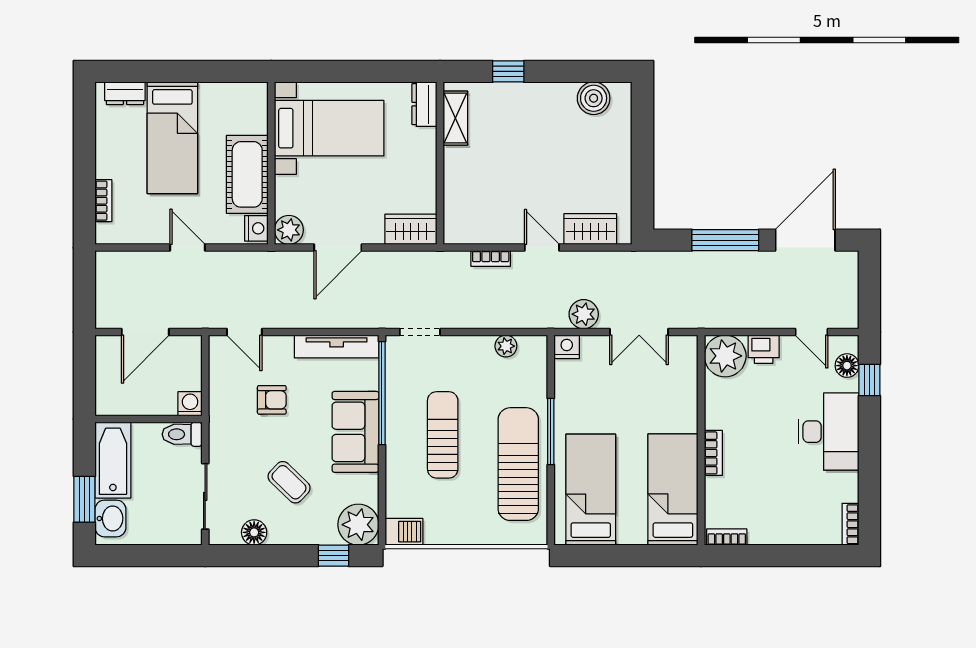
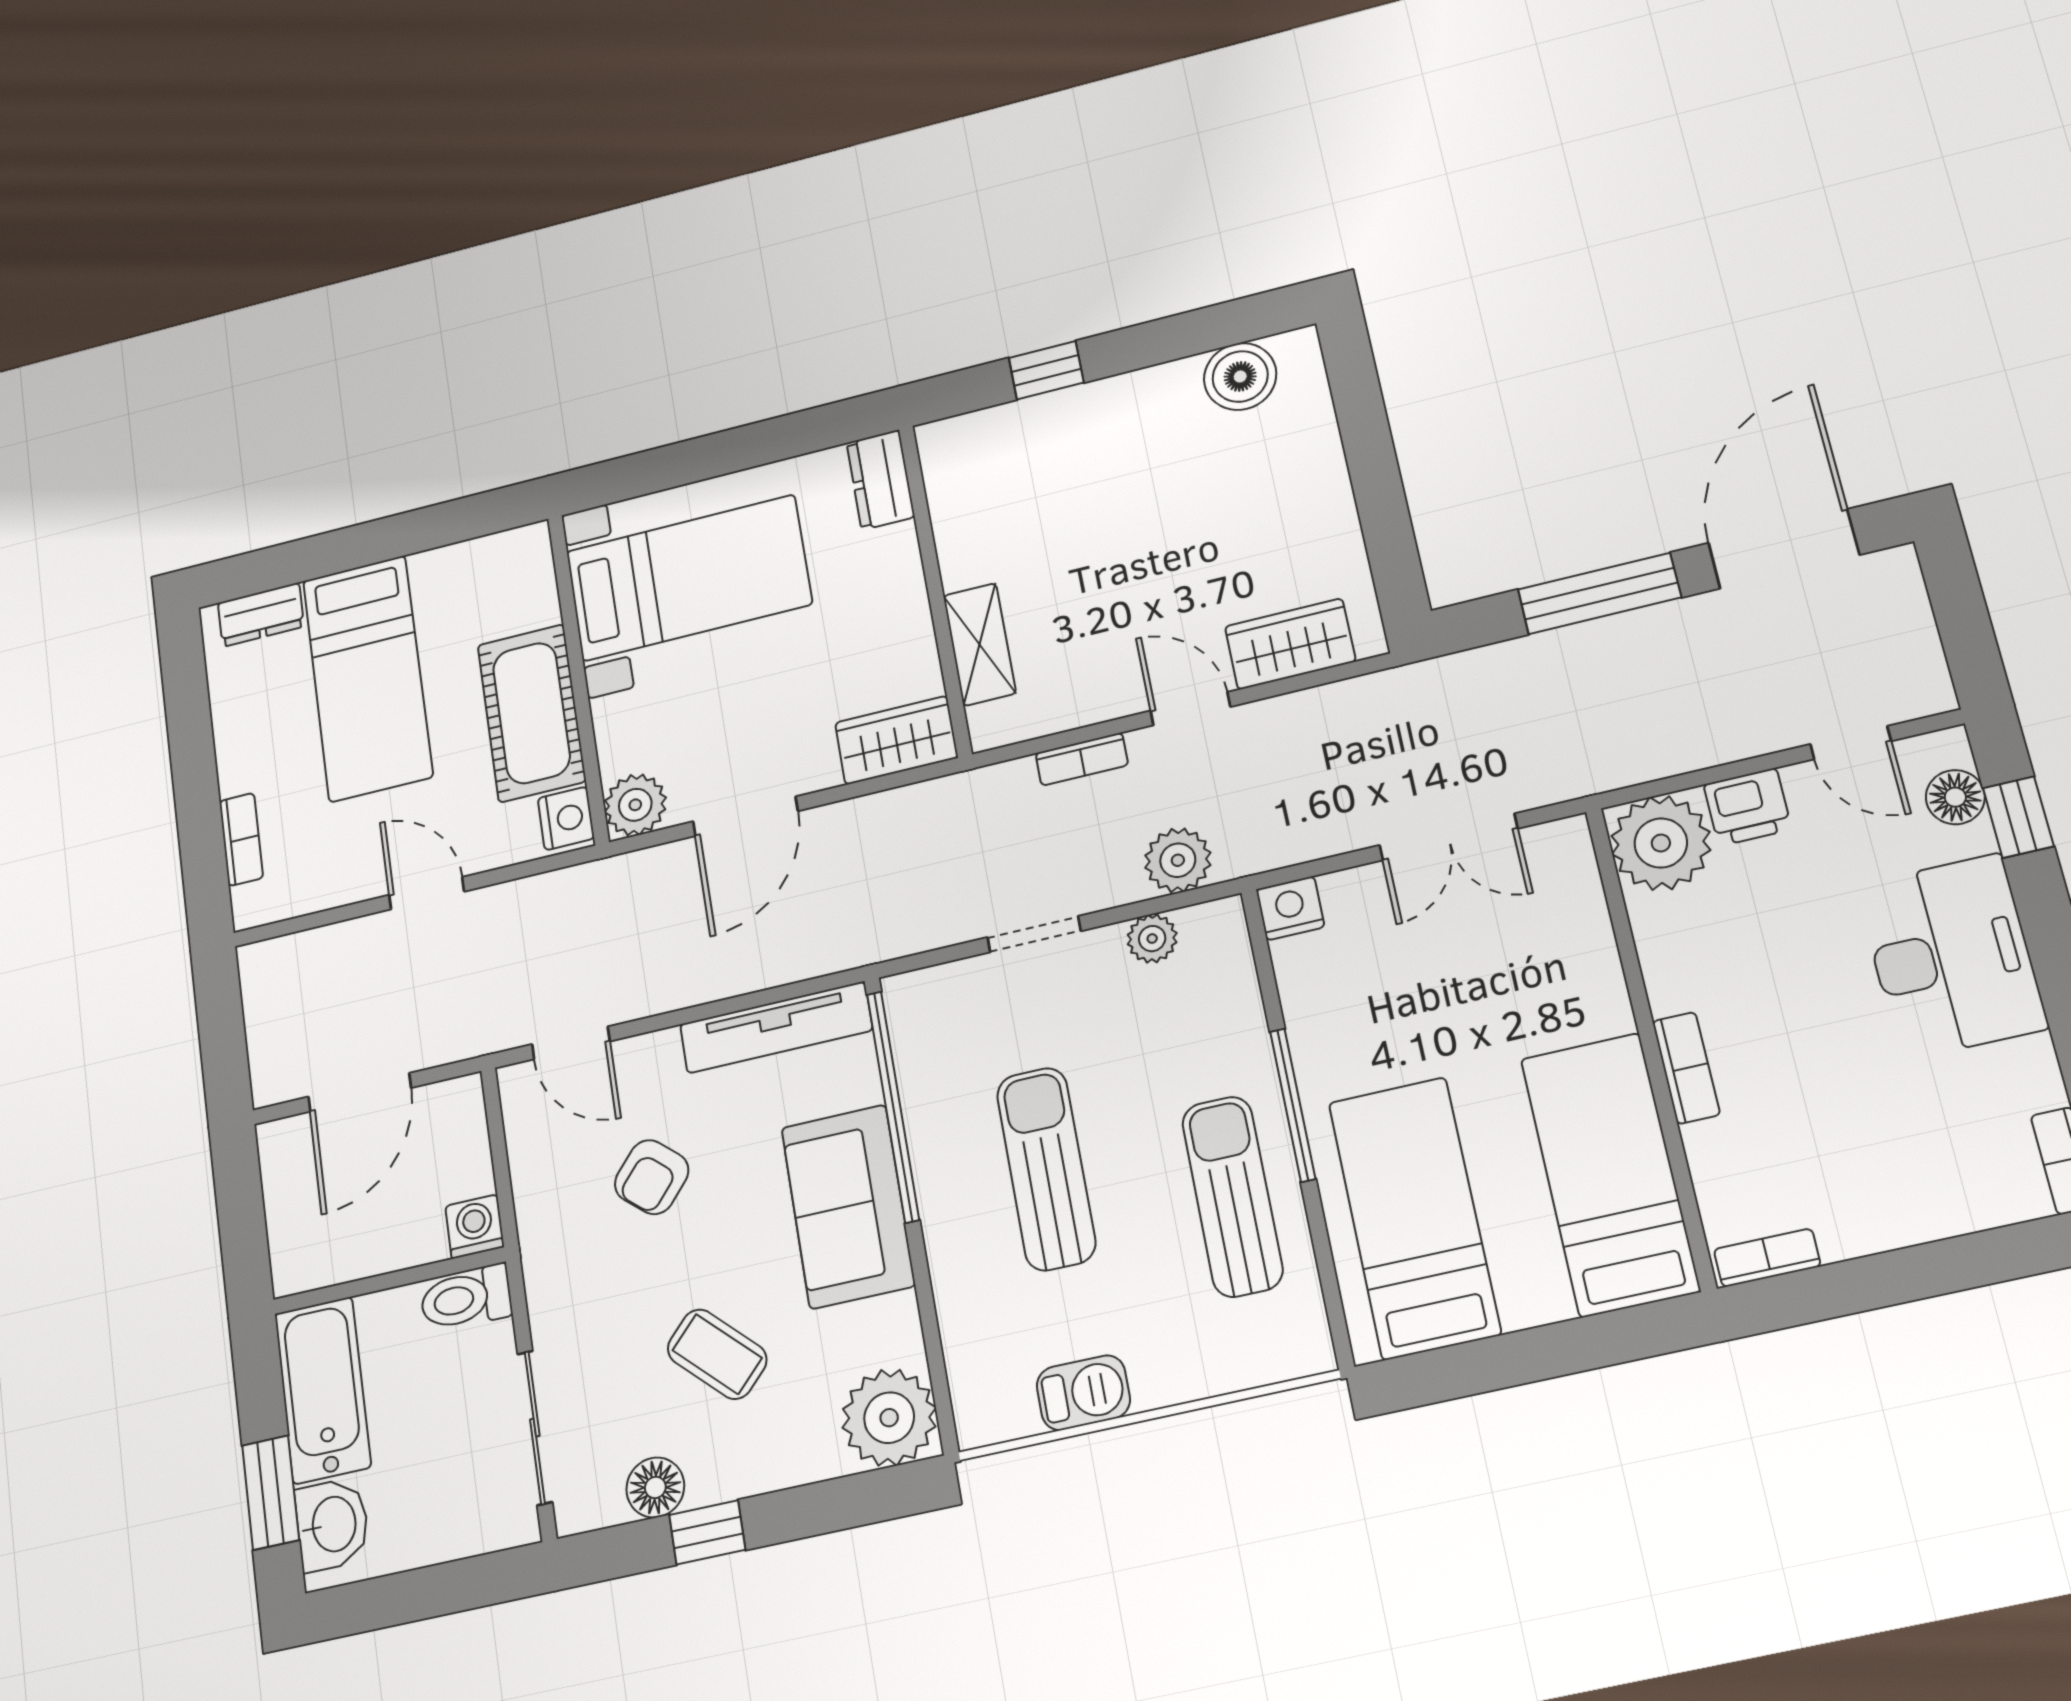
shelving: (455, 118) -> (980, 644), moved
plant: (584, 314) -> (1178, 860), moved
doorway: (420, 332) -> (1034, 934), moved
armchair: (272, 400) -> (652, 1177), turned 131
sun lounger: (518, 464) -> (1232, 1196), width x0.73, depth x0.75
barbecue: (404, 532) -> (1083, 1393), moved
window: (333, 556) -> (707, 1532), moved

